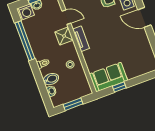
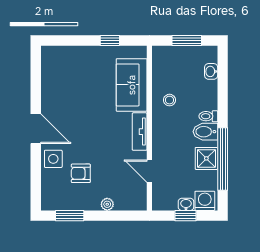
shower: (64, 36) -> (206, 158), moved
sofa: (108, 77) -> (132, 85), moved, turned 90
bidet: (51, 79) -> (205, 132), moved

